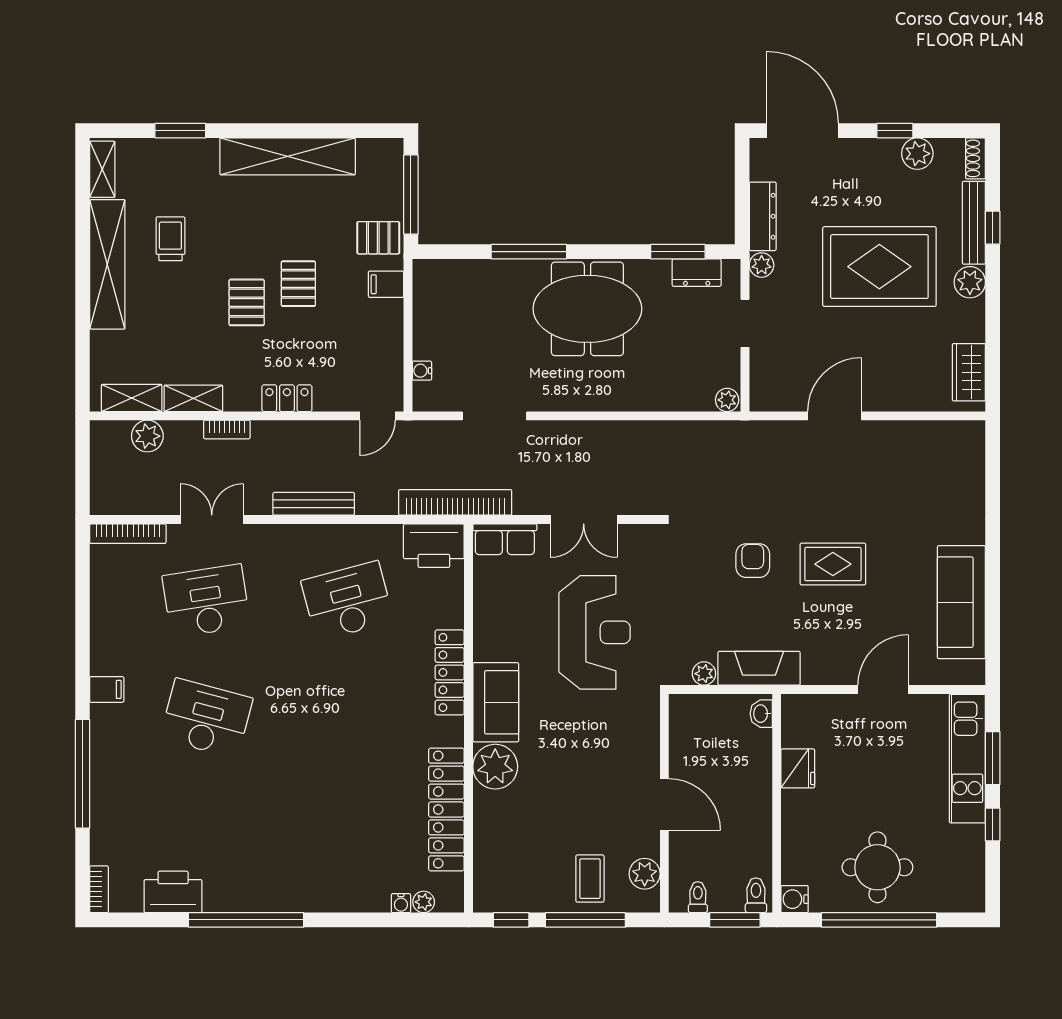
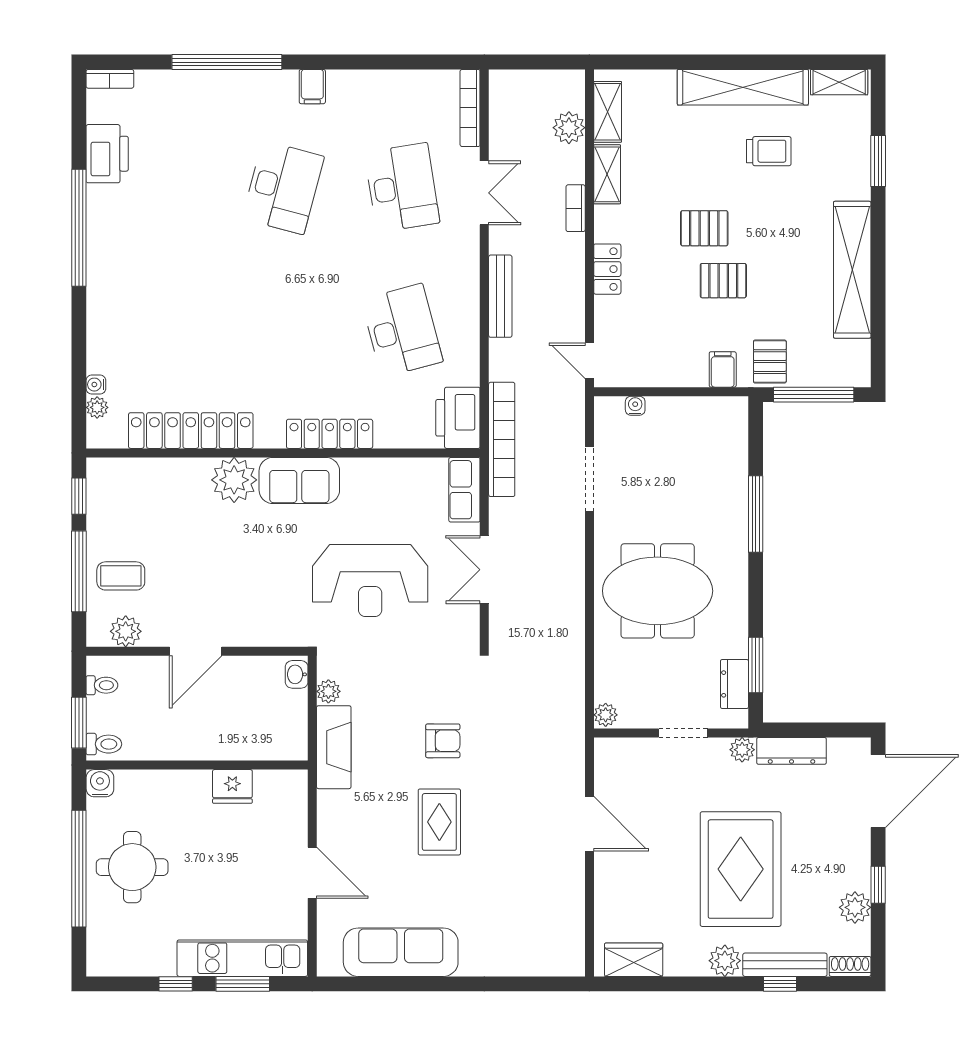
meeting table: (587, 309) -> (658, 591), moved, turned 90
washbasin: (761, 714) -> (297, 674), moved, turned -90

